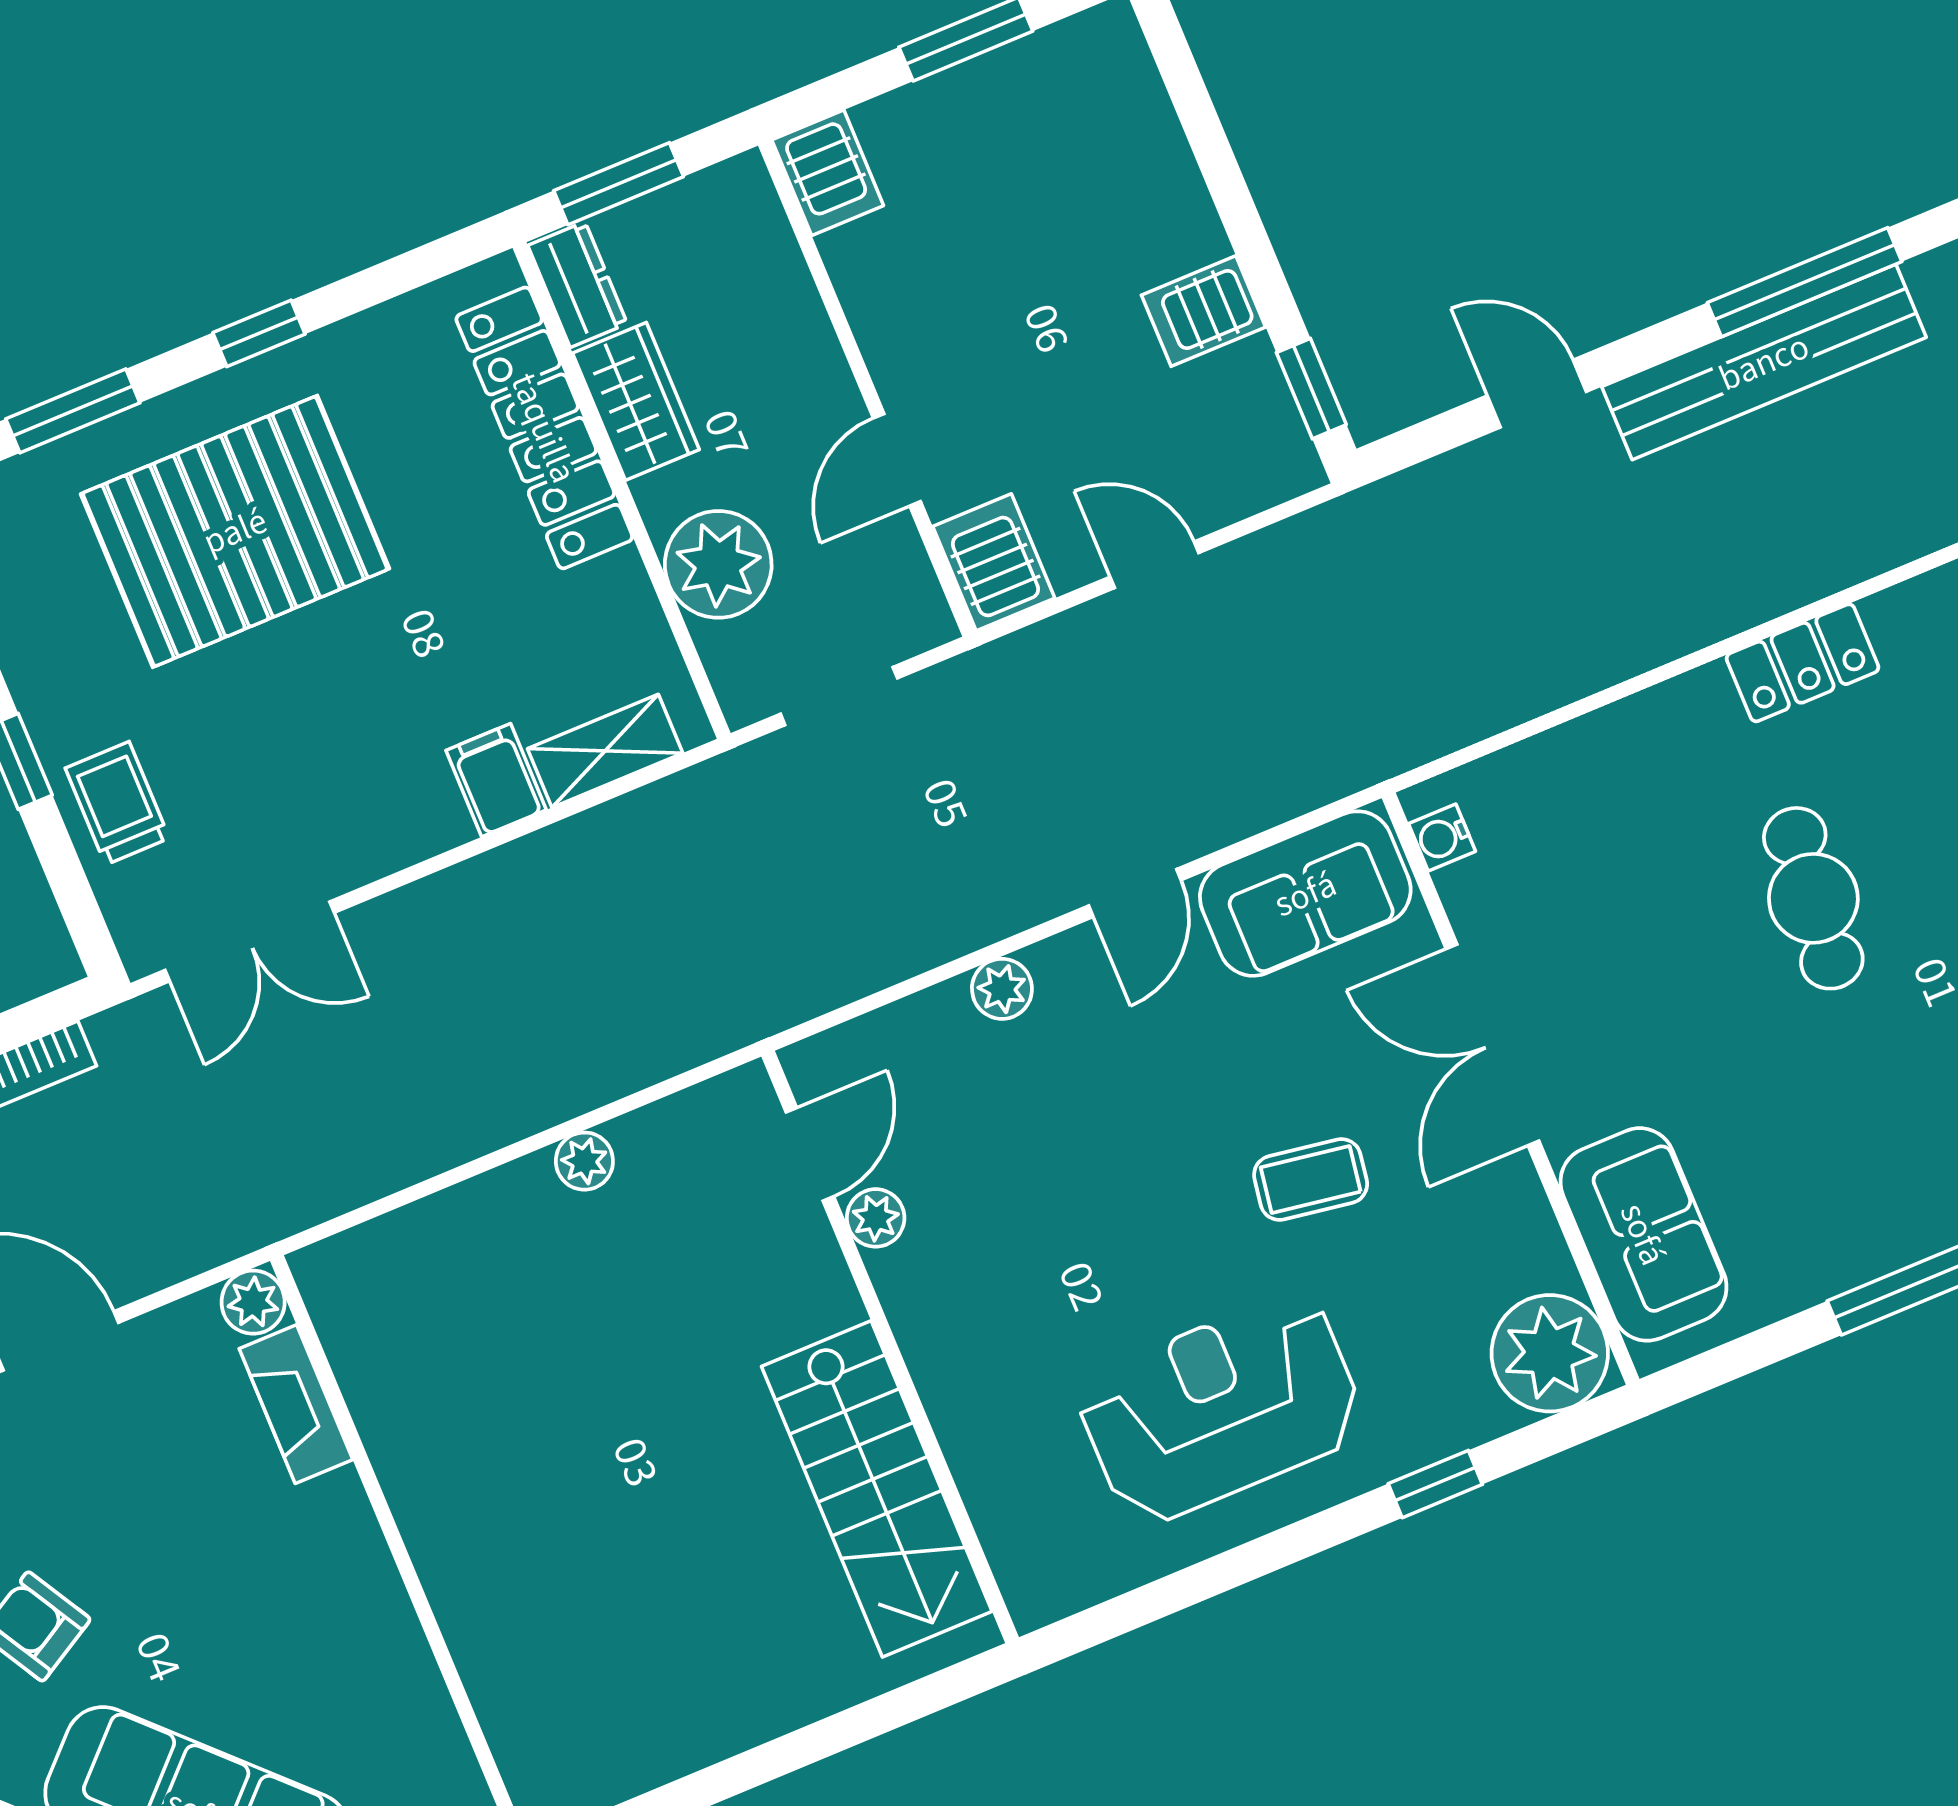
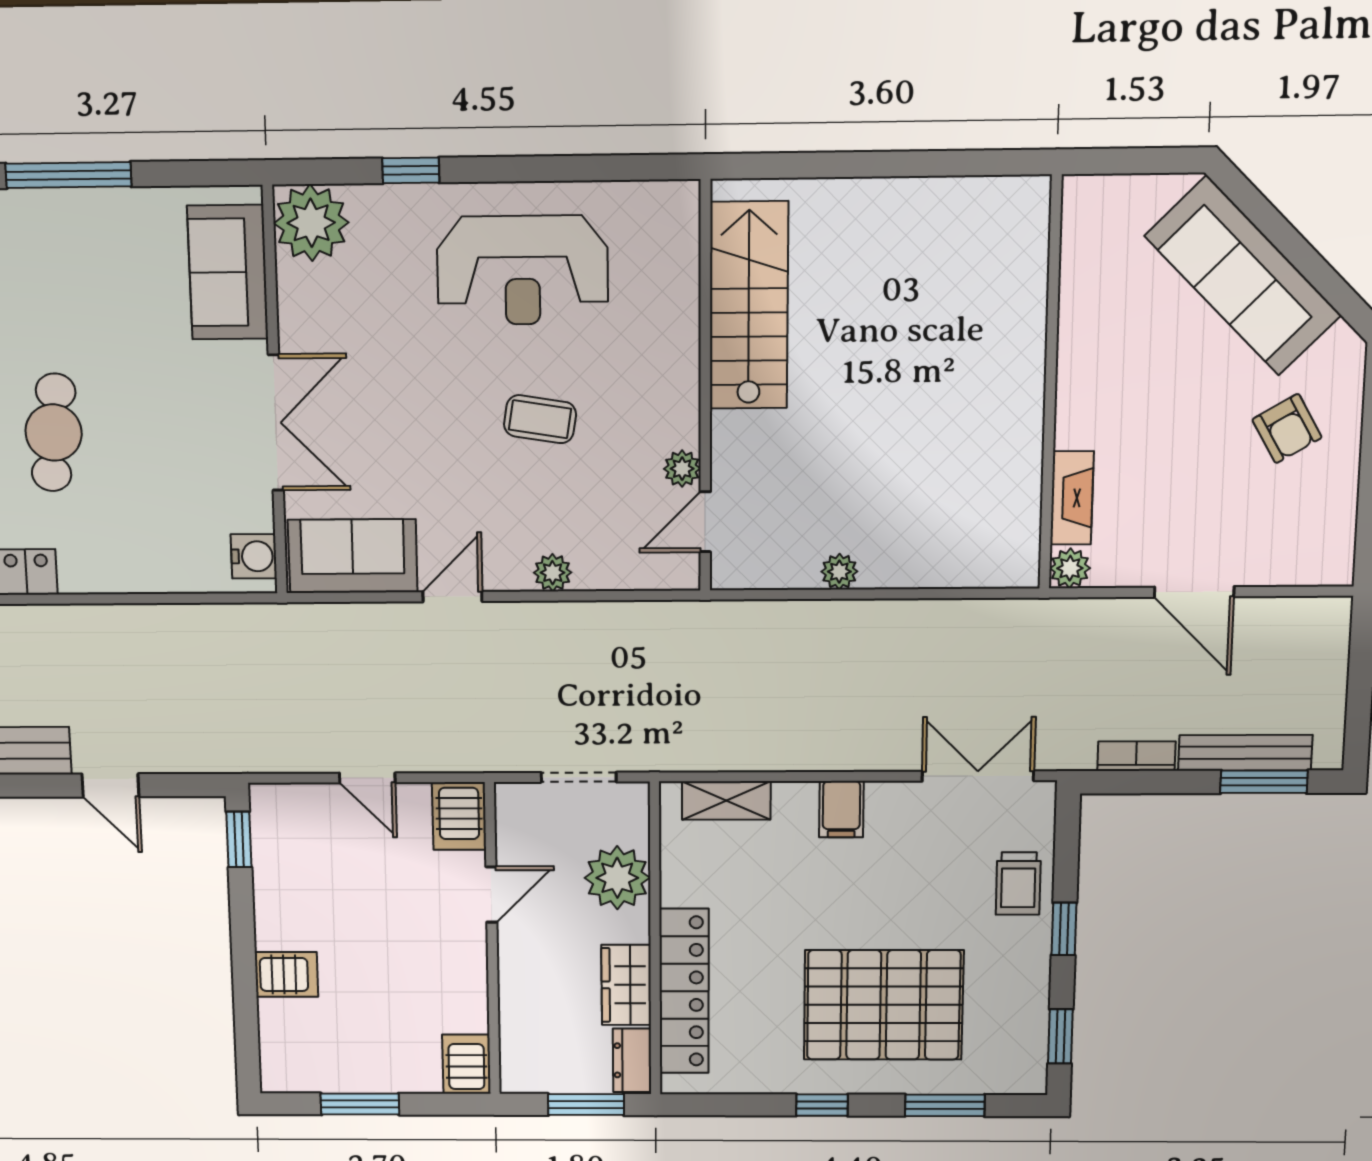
server rack: (1204, 311) -> (286, 974), moved
filing cabinet: (496, 780) -> (841, 809), moved
water cooler: (1442, 837) -> (254, 556), width x1.38, depth x1.38
coffee table: (1311, 1180) -> (540, 419), moved

